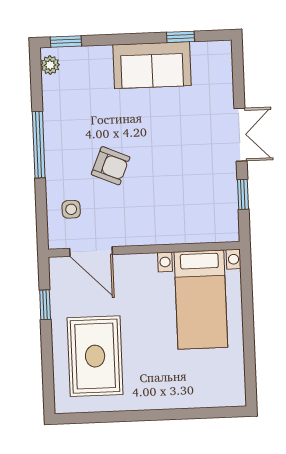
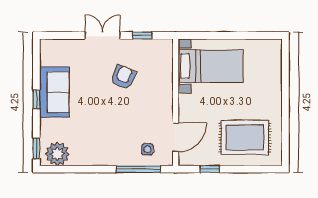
window: (181, 37) -> (36, 99), moved
plant: (50, 65) -> (57, 154), width x1.88, depth x1.88
window: (39, 145) -> (138, 169), moved
armchair: (111, 166) -> (123, 77), moved

